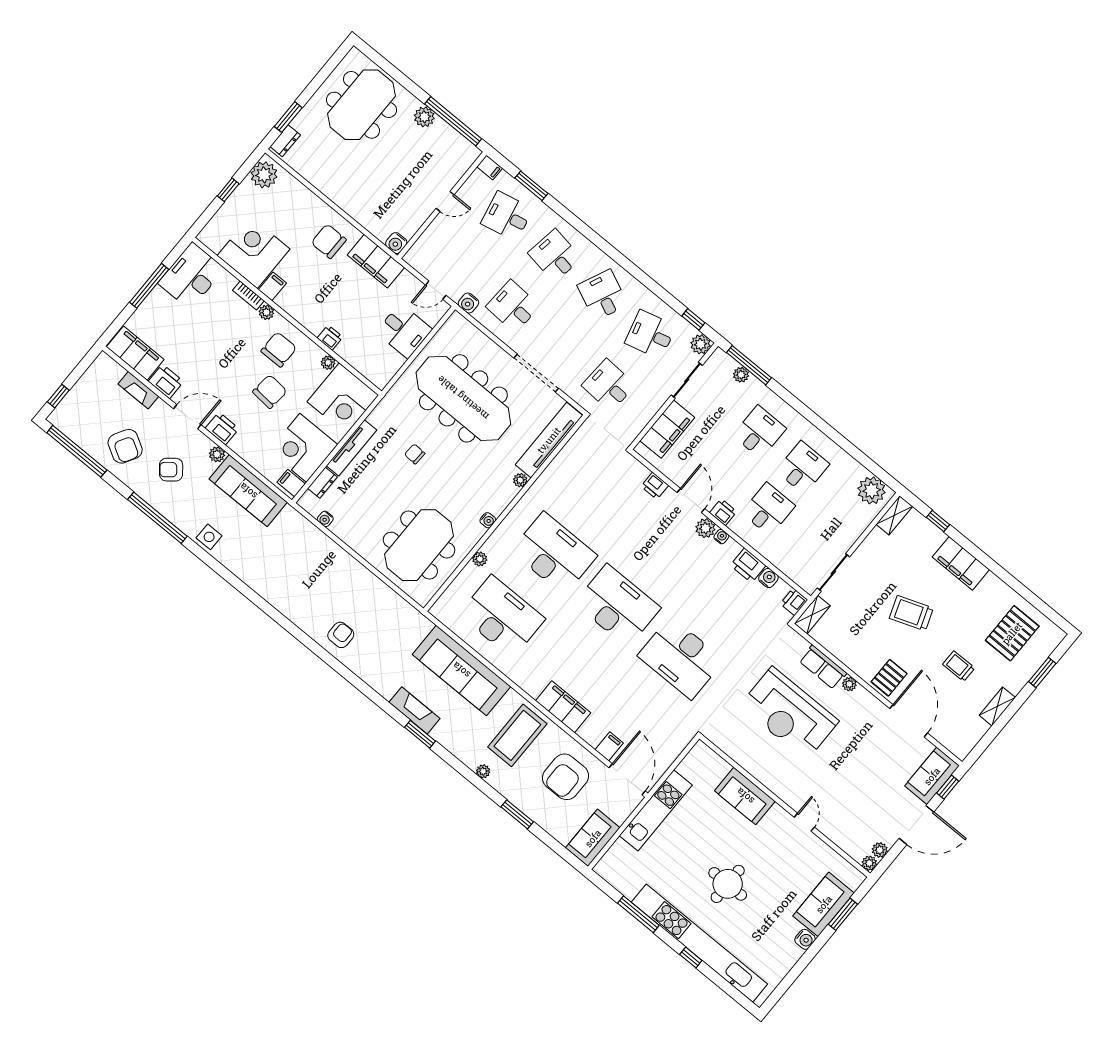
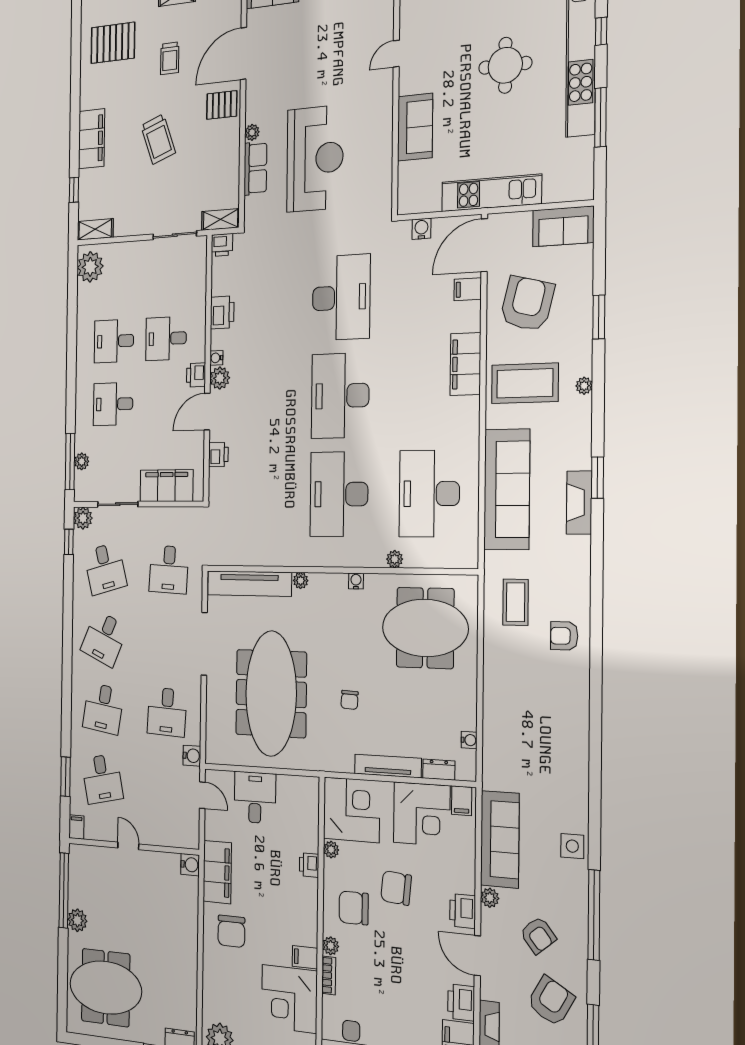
water cooler: (768, 578) -> (421, 229), moved, turned 90
coffee table: (387, 620) -> (516, 602), added
armchair: (566, 777) -> (527, 304), turned -76

